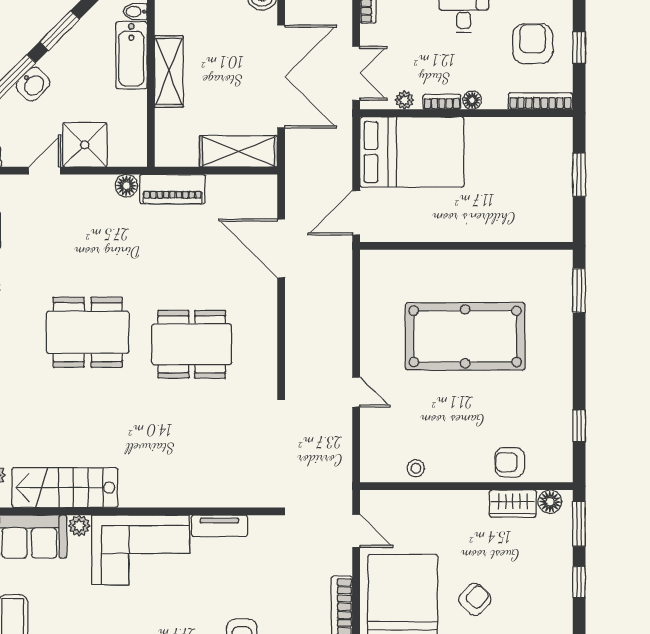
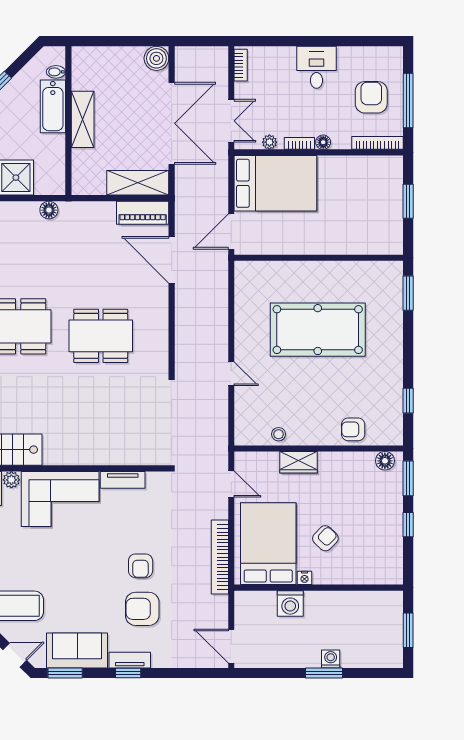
window: (579, 48) -> (408, 101), width x2.17
piano: (173, 189) -> (143, 213), moved
wardrobe: (513, 504) -> (298, 462), moved

